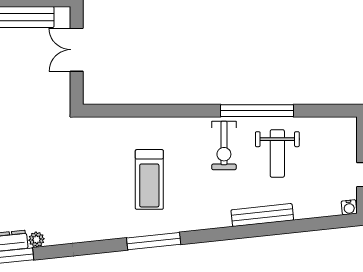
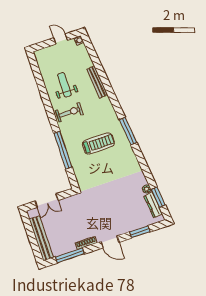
window: (257, 111) -> (63, 150), moved
weight bench: (277, 153) -> (64, 85), turned -90

